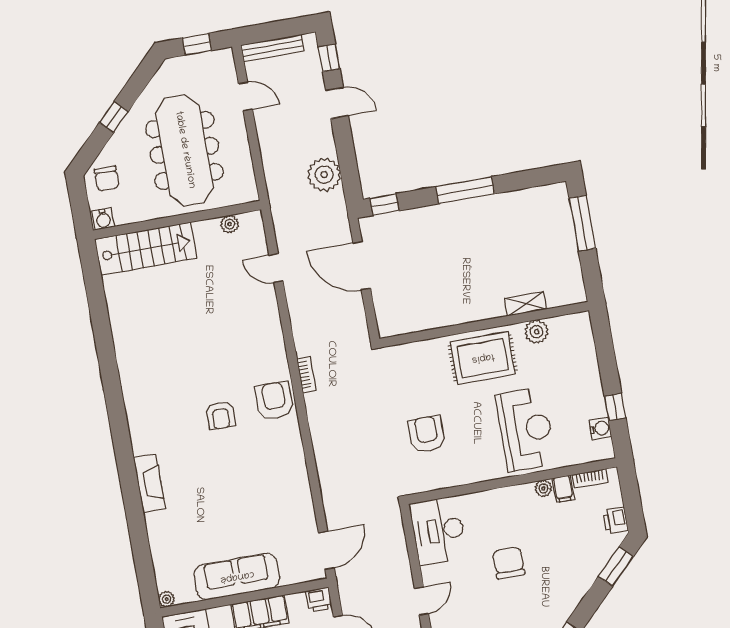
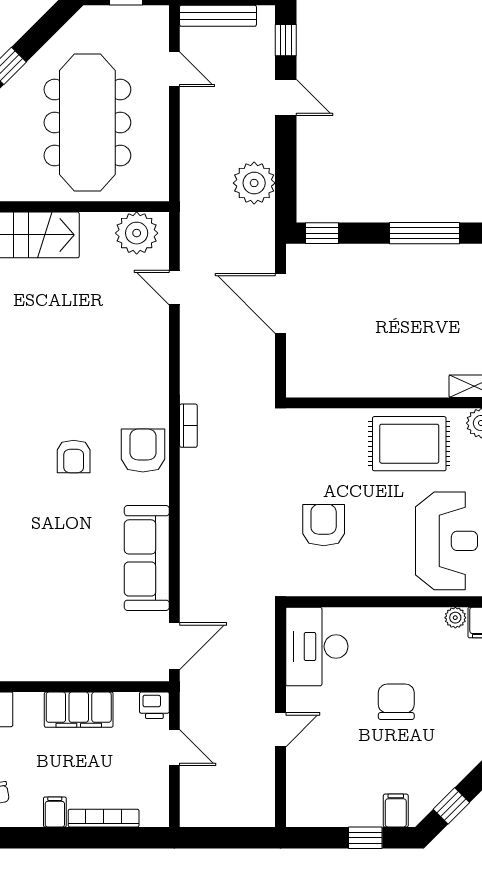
plant: (230, 224) -> (137, 233), width x1.87, depth x1.87
sofa: (237, 577) -> (147, 558), moved, turned -90

